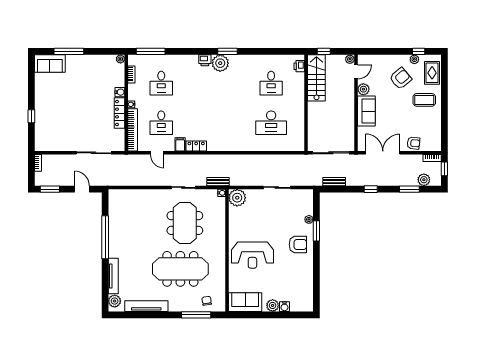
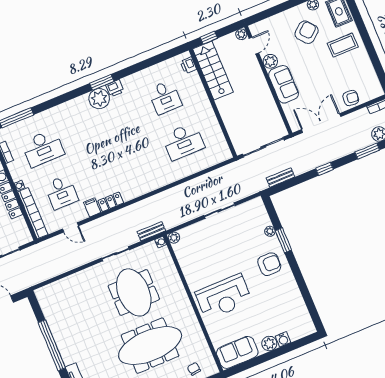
printer: (205, 60) -> (115, 88), moved
desk: (161, 83) -> (43, 148), width x1.37
plant: (237, 198) -> (174, 238), width x0.53, depth x0.53

